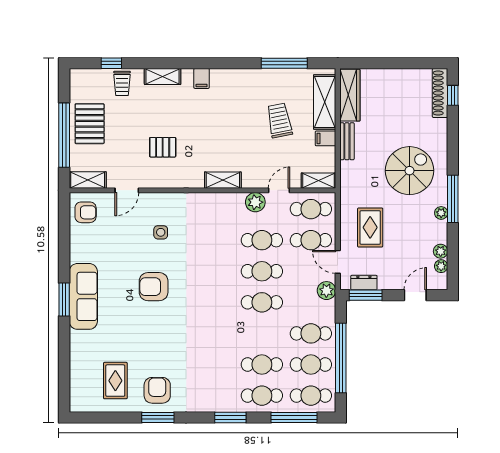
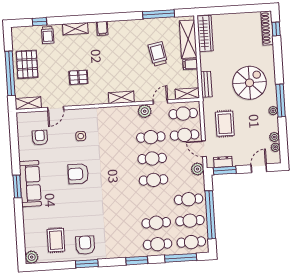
bench: (347, 141) -> (206, 84), moved
armchair: (86, 212) -> (40, 138), moved, turned -90
plant: (79, 403) -> (32, 257), added

